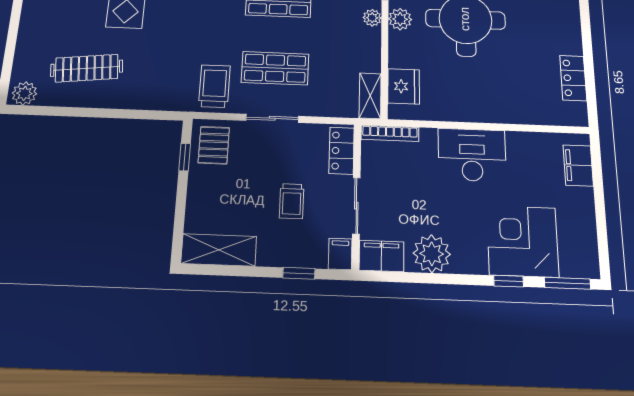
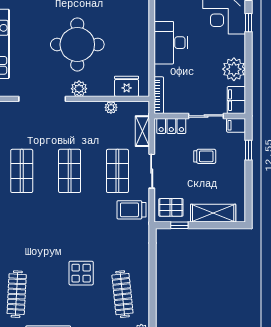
plant: (372, 18) -> (111, 107), moved
shelving: (370, 96) -> (142, 131), moved, turned 90
shelving: (219, 250) -> (213, 213), moved, turned 90

